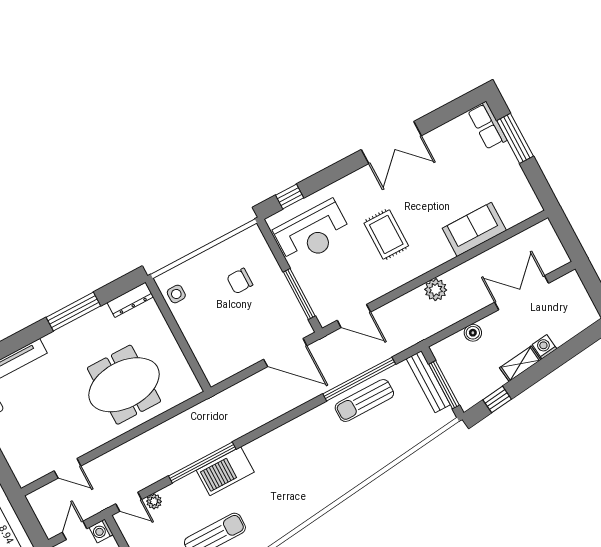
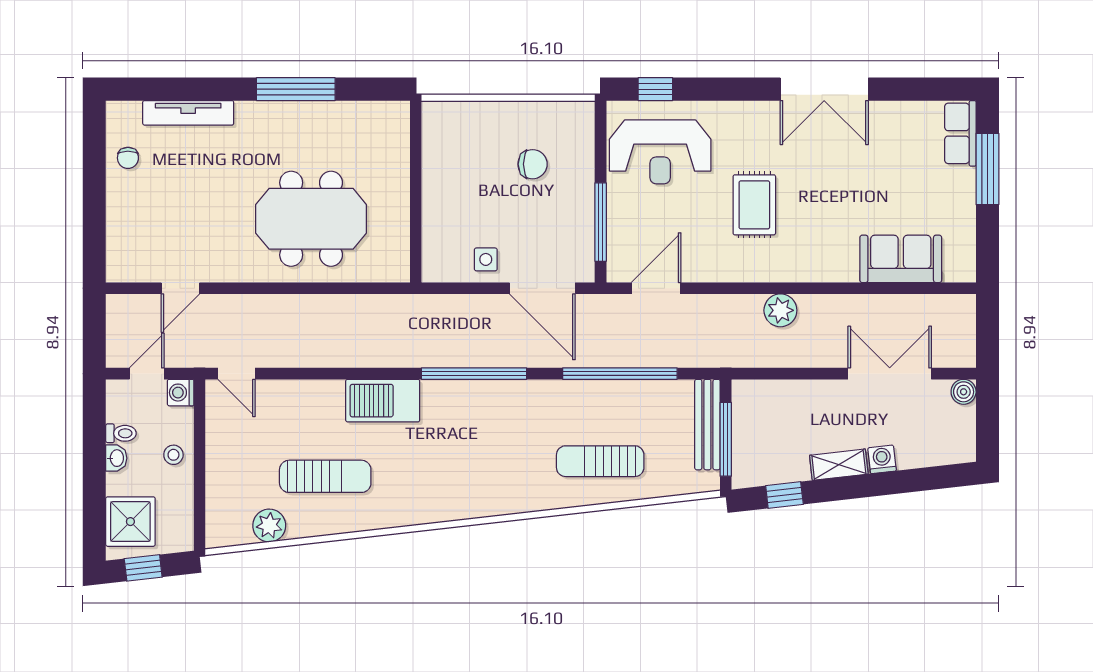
sofa: (474, 229) -> (901, 259), moved
chair: (240, 281) -> (533, 164), turned 180
side table: (176, 294) -> (486, 259), moved
dresser: (130, 300) -> (378, 113), removed
door: (354, 316) -> (656, 288), swing flipped
boiler: (473, 333) -> (964, 392), moved
sun lounger: (364, 400) -> (600, 461), moved
window: (202, 463) -> (474, 374), moved
door: (68, 468) -> (180, 288), hinge flipped
plant: (154, 501) -> (270, 391), removed

